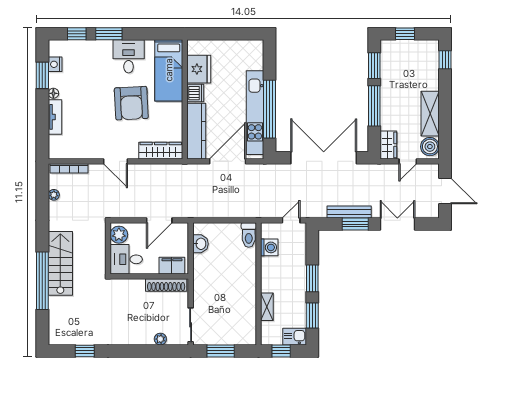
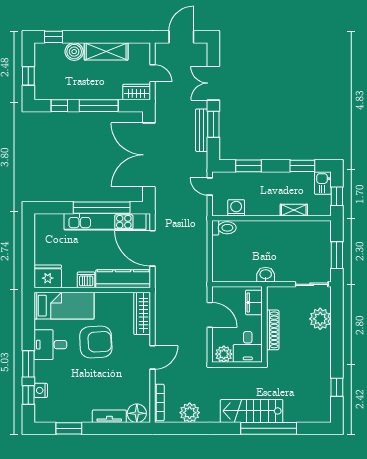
nightstand: (55, 64) -> (41, 390), moved, turned 90
window: (374, 66) -> (59, 106), width x0.67
fridge: (199, 69) -> (48, 276), moved
floor lamp: (53, 93) -> (137, 413), moved, width x1.89, depth x1.89
boiler: (430, 147) -> (74, 52), moved
plant: (54, 195) -> (190, 413), width x1.87, depth x1.87
washbasin: (201, 244) -> (266, 275), moved
window: (312, 278) -> (249, 166), moved
shoe rack: (166, 285) -> (273, 330), moved
plant: (160, 339) -> (320, 319), width x1.87, depth x1.87

